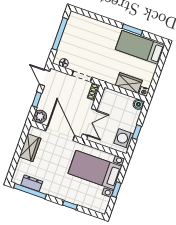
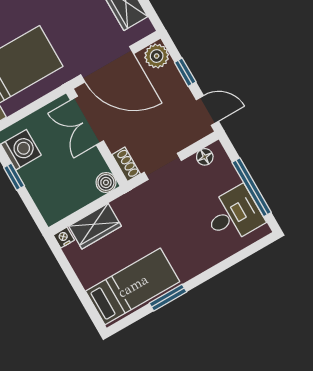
desk: (77, 32) -> (234, 215), added
boiler: (138, 104) -> (106, 182), moved

